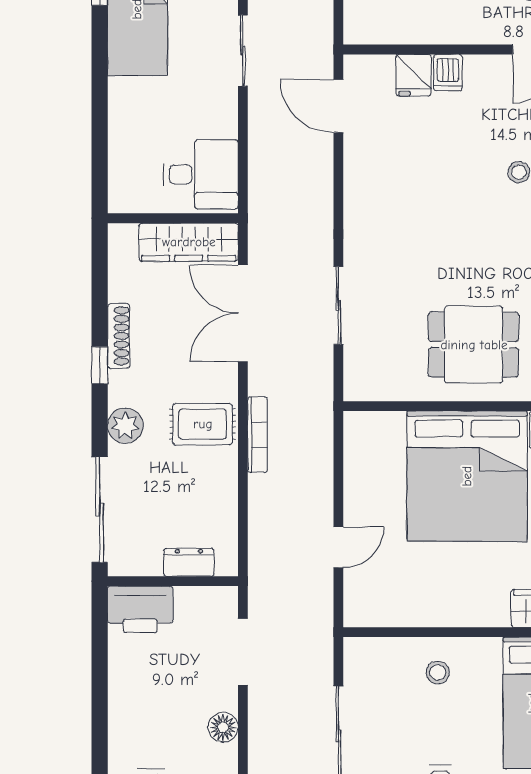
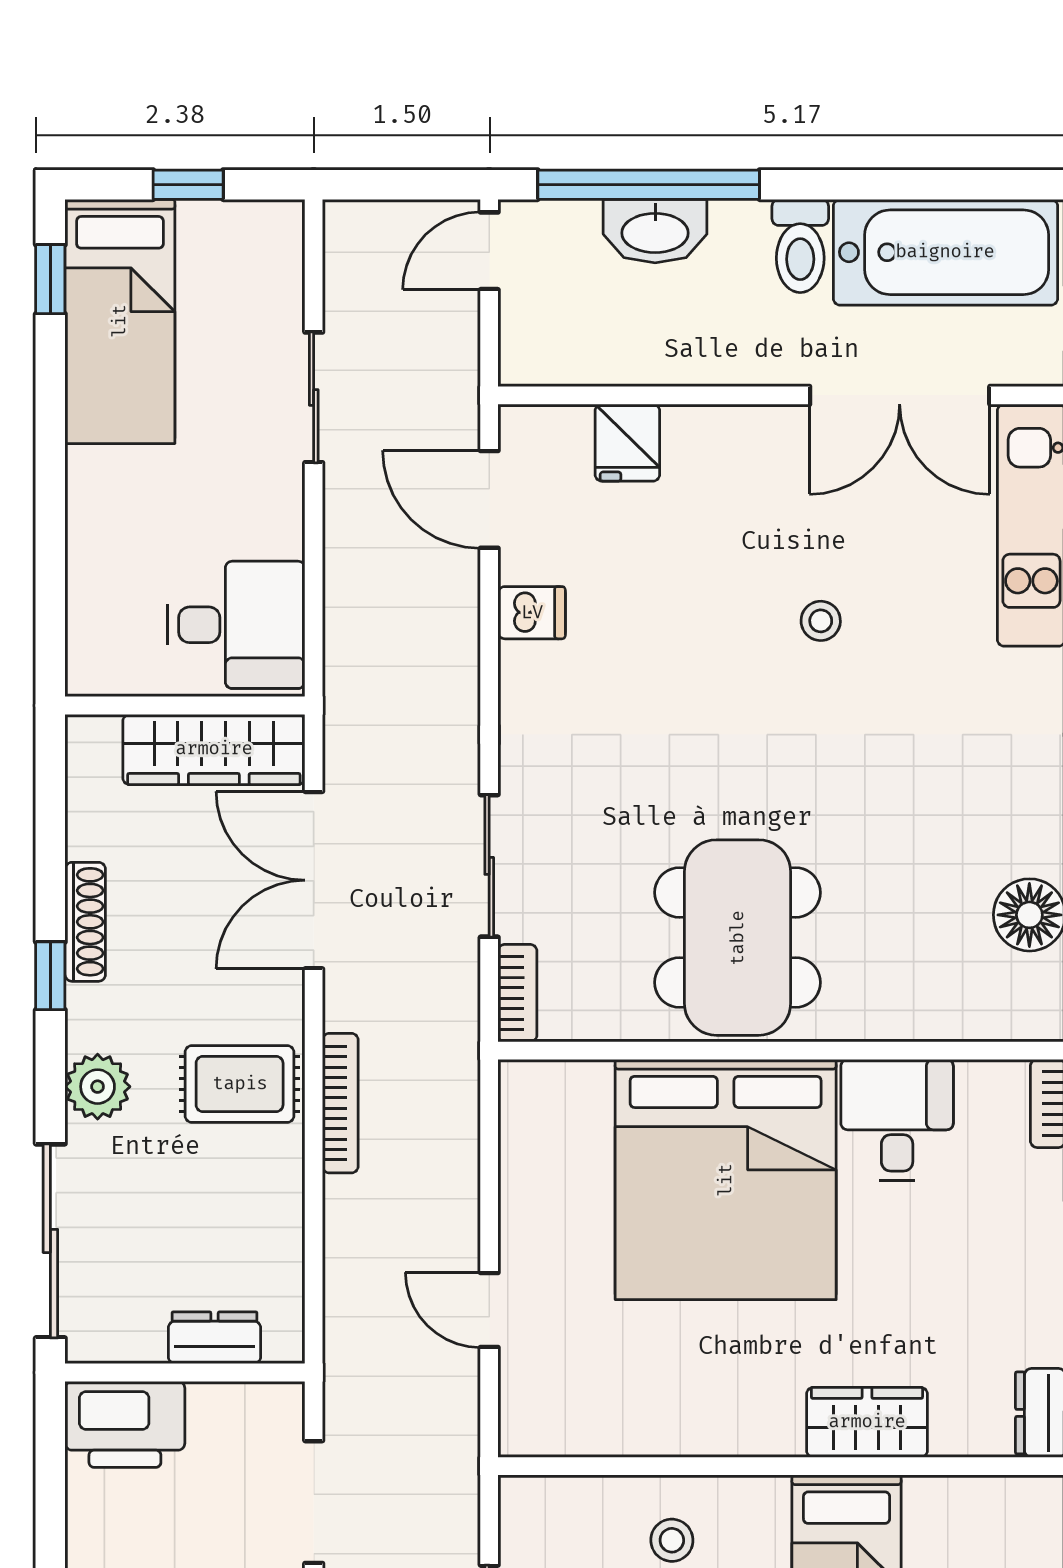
dishwasher: (448, 73) -> (532, 613), moved, turned -90
dining table: (474, 345) -> (738, 938), width x1.38
bookcase: (354, 375) -> (517, 993), added
door: (338, 547) -> (489, 1310), swing flipped

